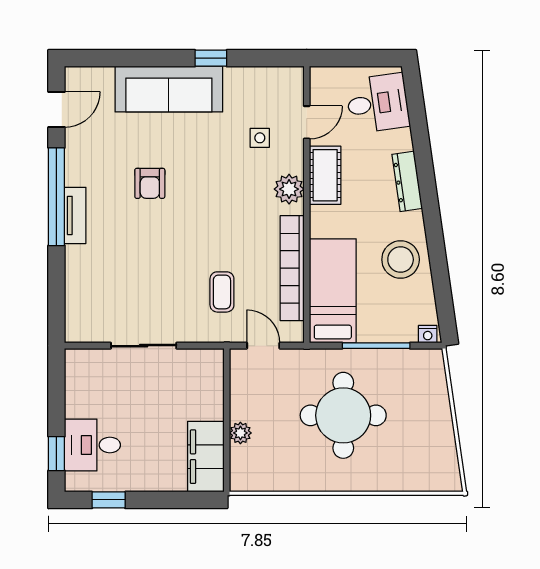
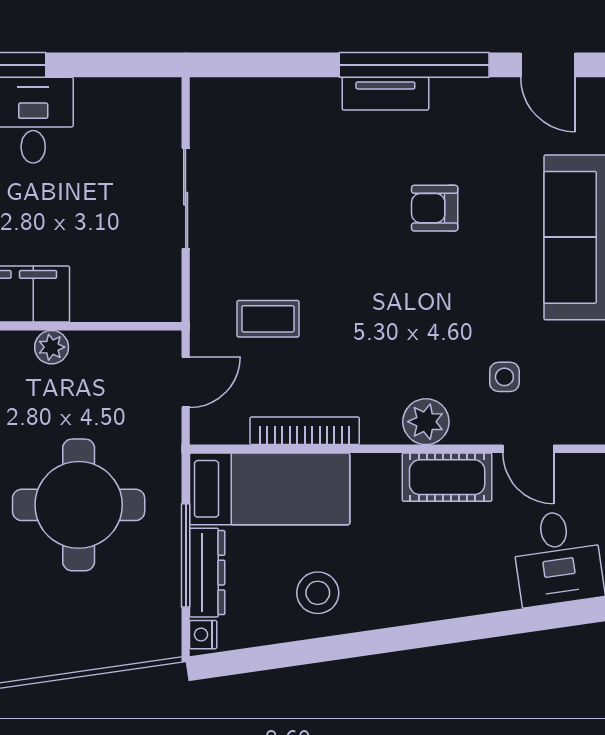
dresser: (407, 181) -> (207, 573), moved, turned 98
stool: (401, 260) -> (318, 593), width x0.73, depth x0.73
bookcase: (292, 268) -> (305, 431), width x0.68, depth x0.76

